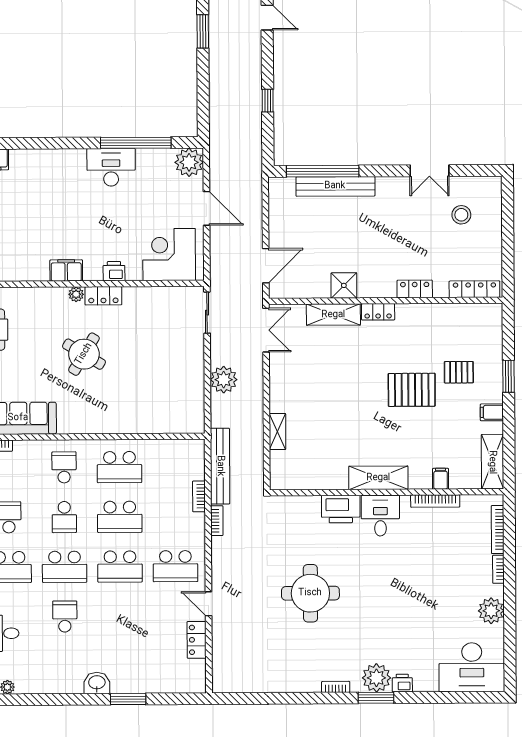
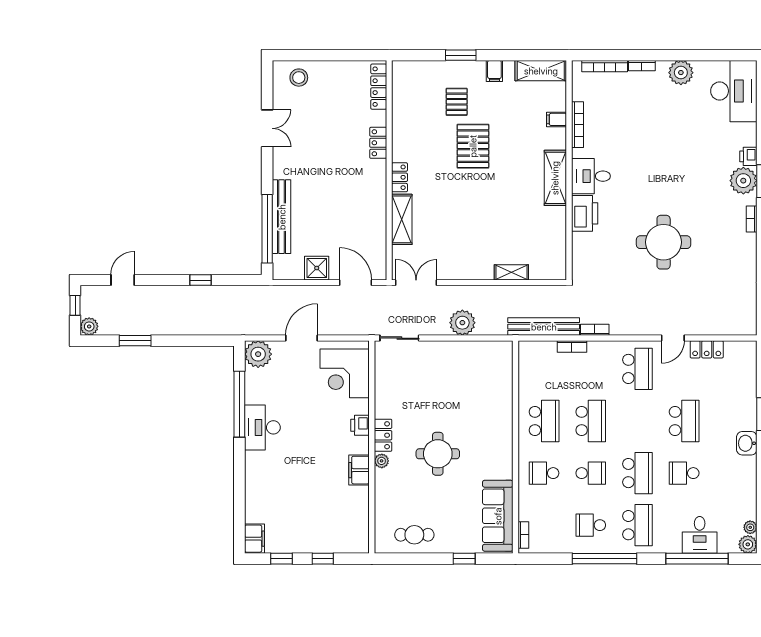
stool: (461, 215) -> (299, 78), moved
shower: (344, 285) -> (317, 268), moved
round table: (84, 354) -> (438, 454), turned -31
school desk: (120, 566) -> (684, 421), moved

